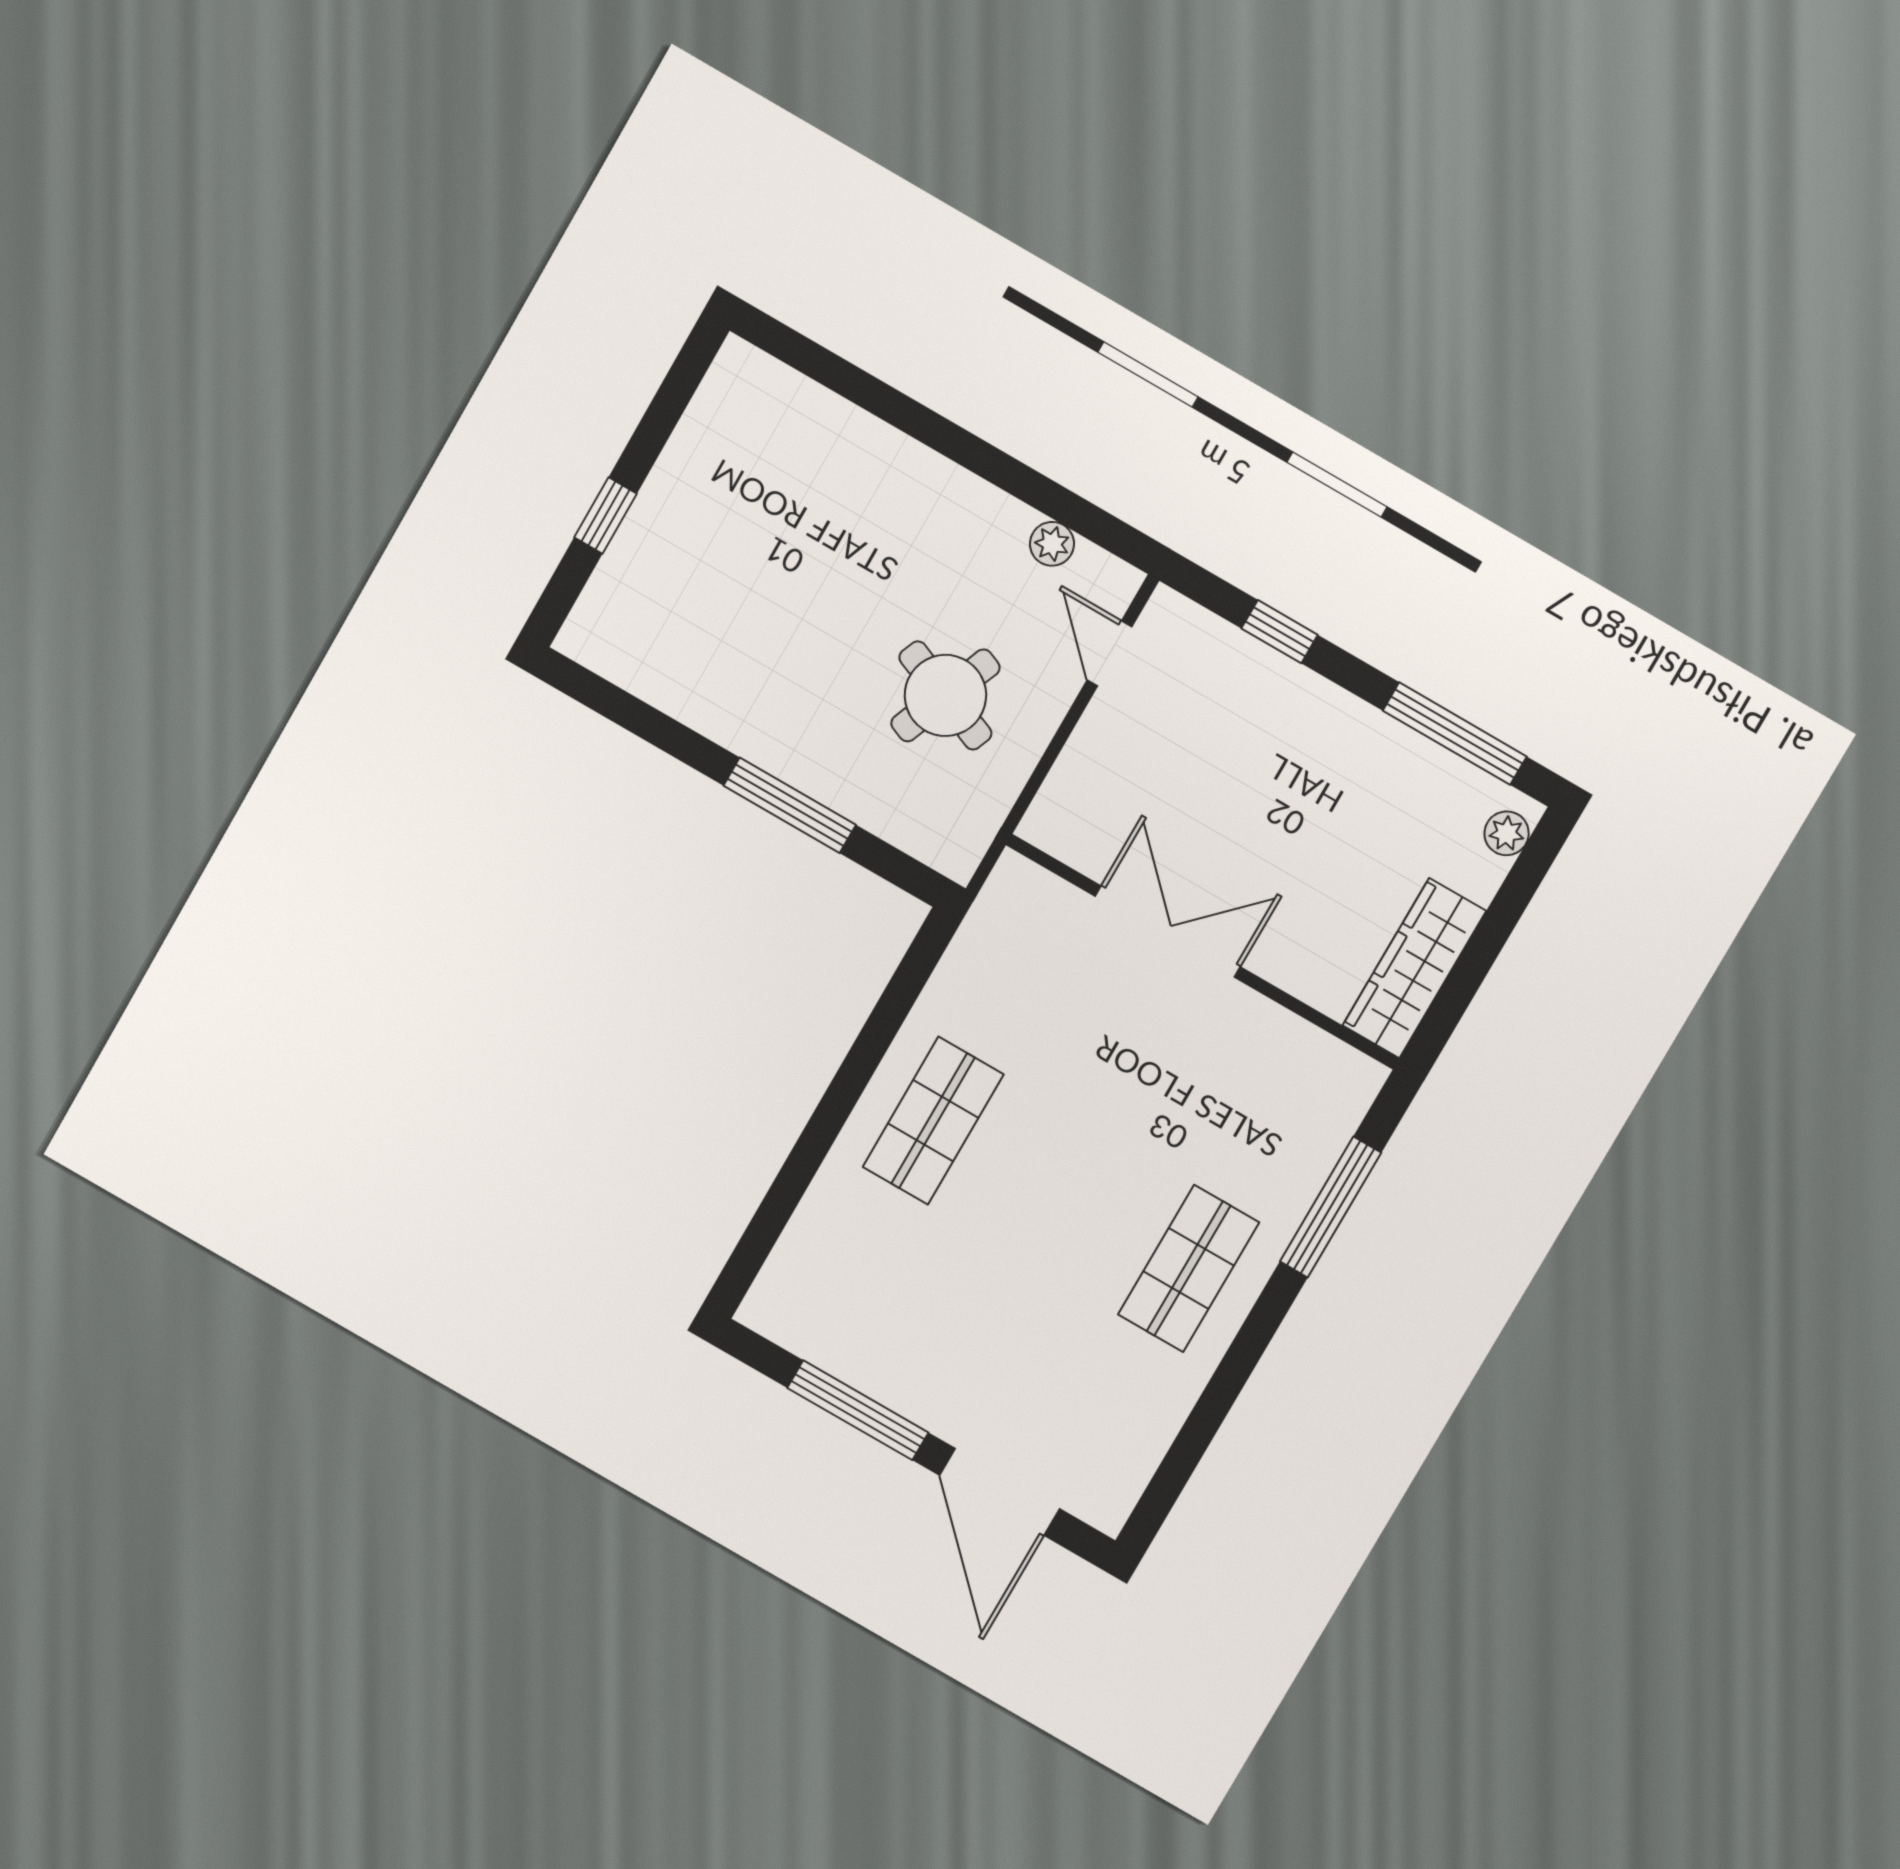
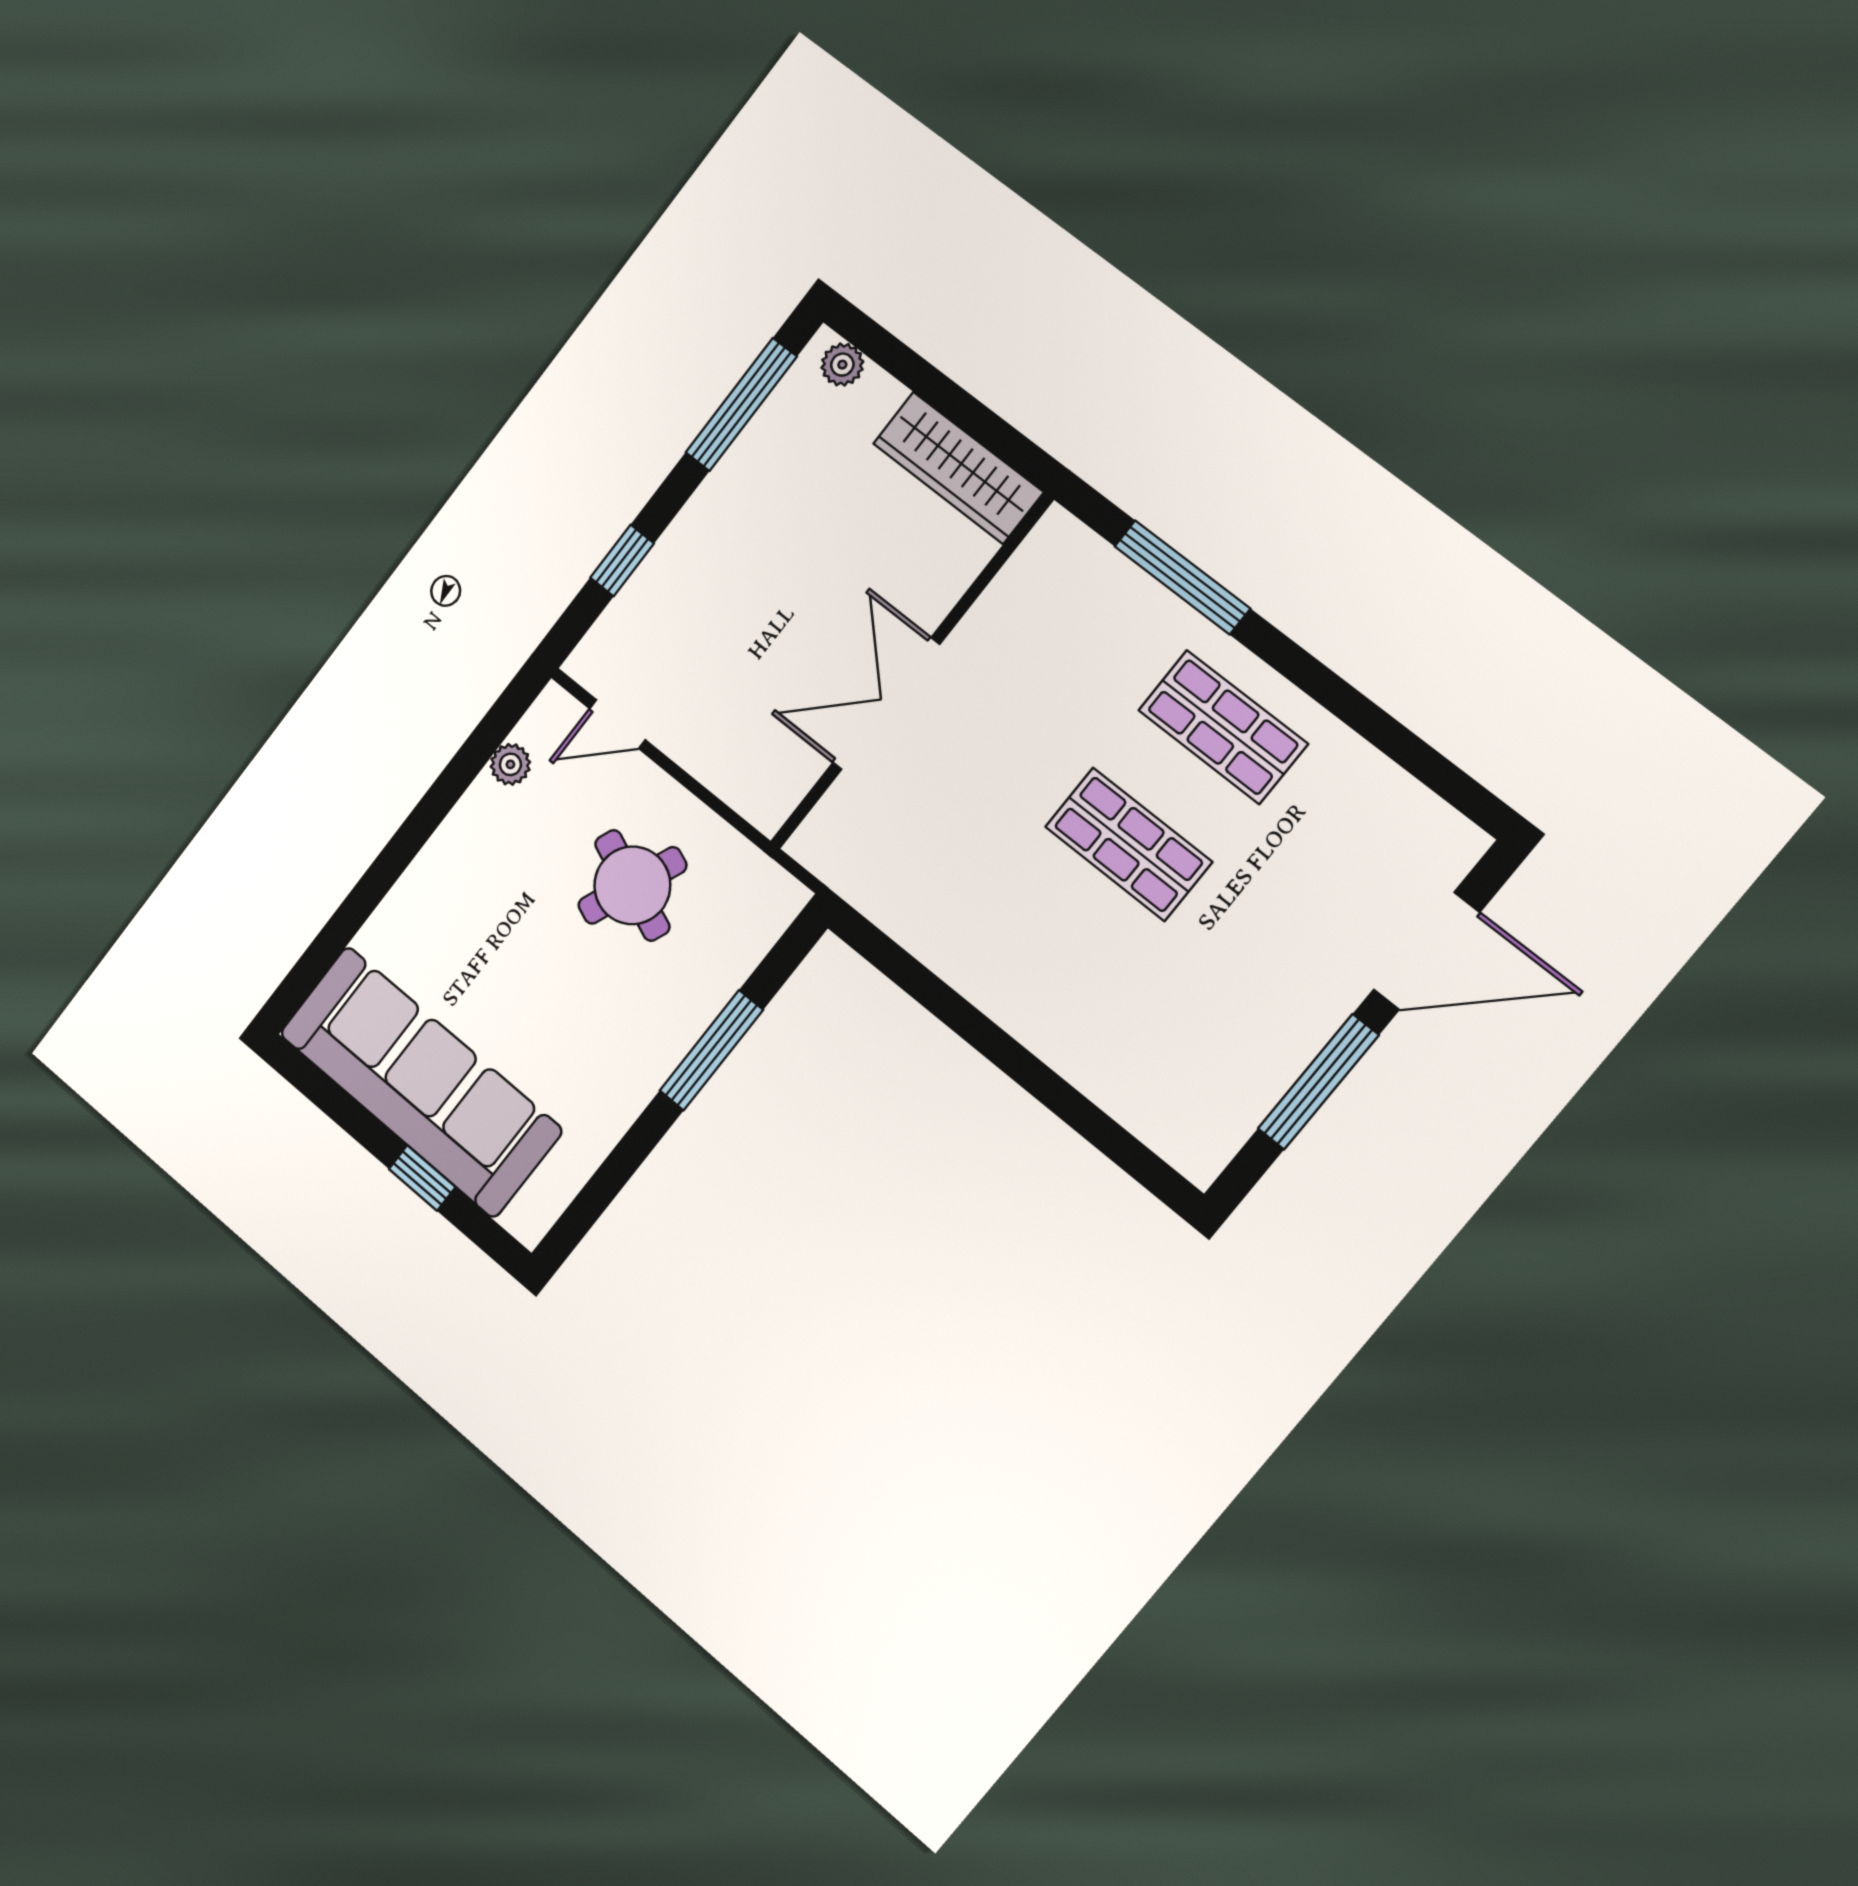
sofa: (706, 497) -> (420, 1082), added
shop shelf: (933, 1121) -> (1129, 844), moved

